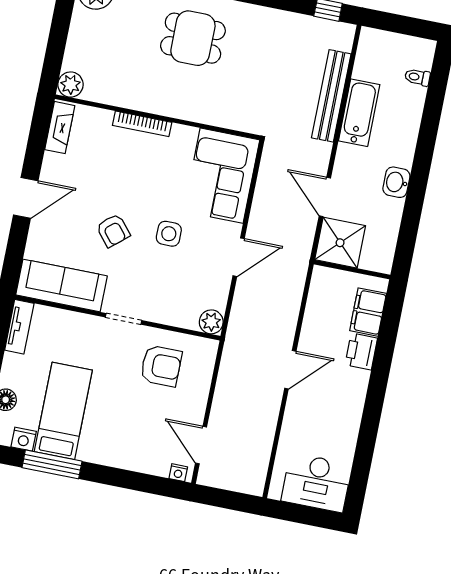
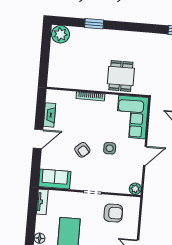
dining table: (193, 38) -> (121, 76), moved, turned 90
plant: (70, 85) -> (53, 81), removed
fireplace: (60, 128) -> (50, 115), moved
sofa: (61, 285) -> (55, 179), width x0.73

